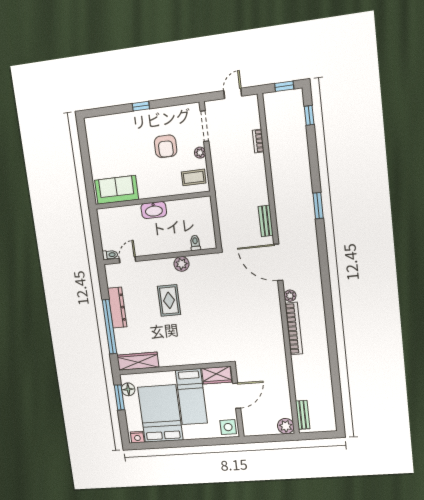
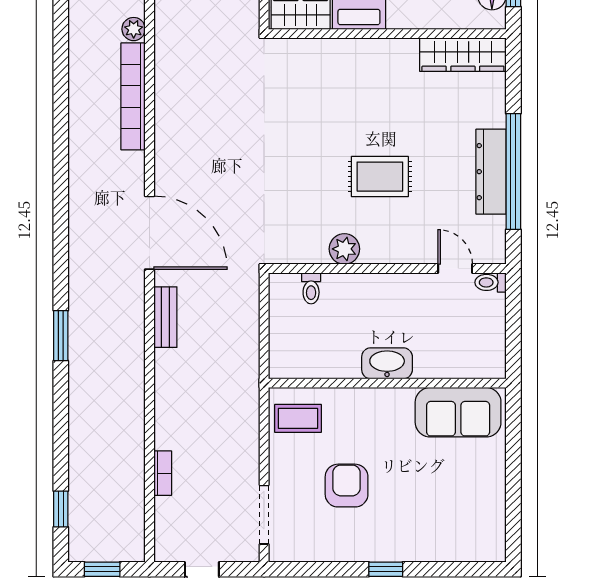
plant: (200, 153) -> (279, 465), removed
door: (128, 260) -> (455, 269), swing flipped
plant: (290, 296) -> (134, 29), moved
rug: (169, 300) -> (380, 177), turned 90
window: (109, 327) -> (513, 171), moved

